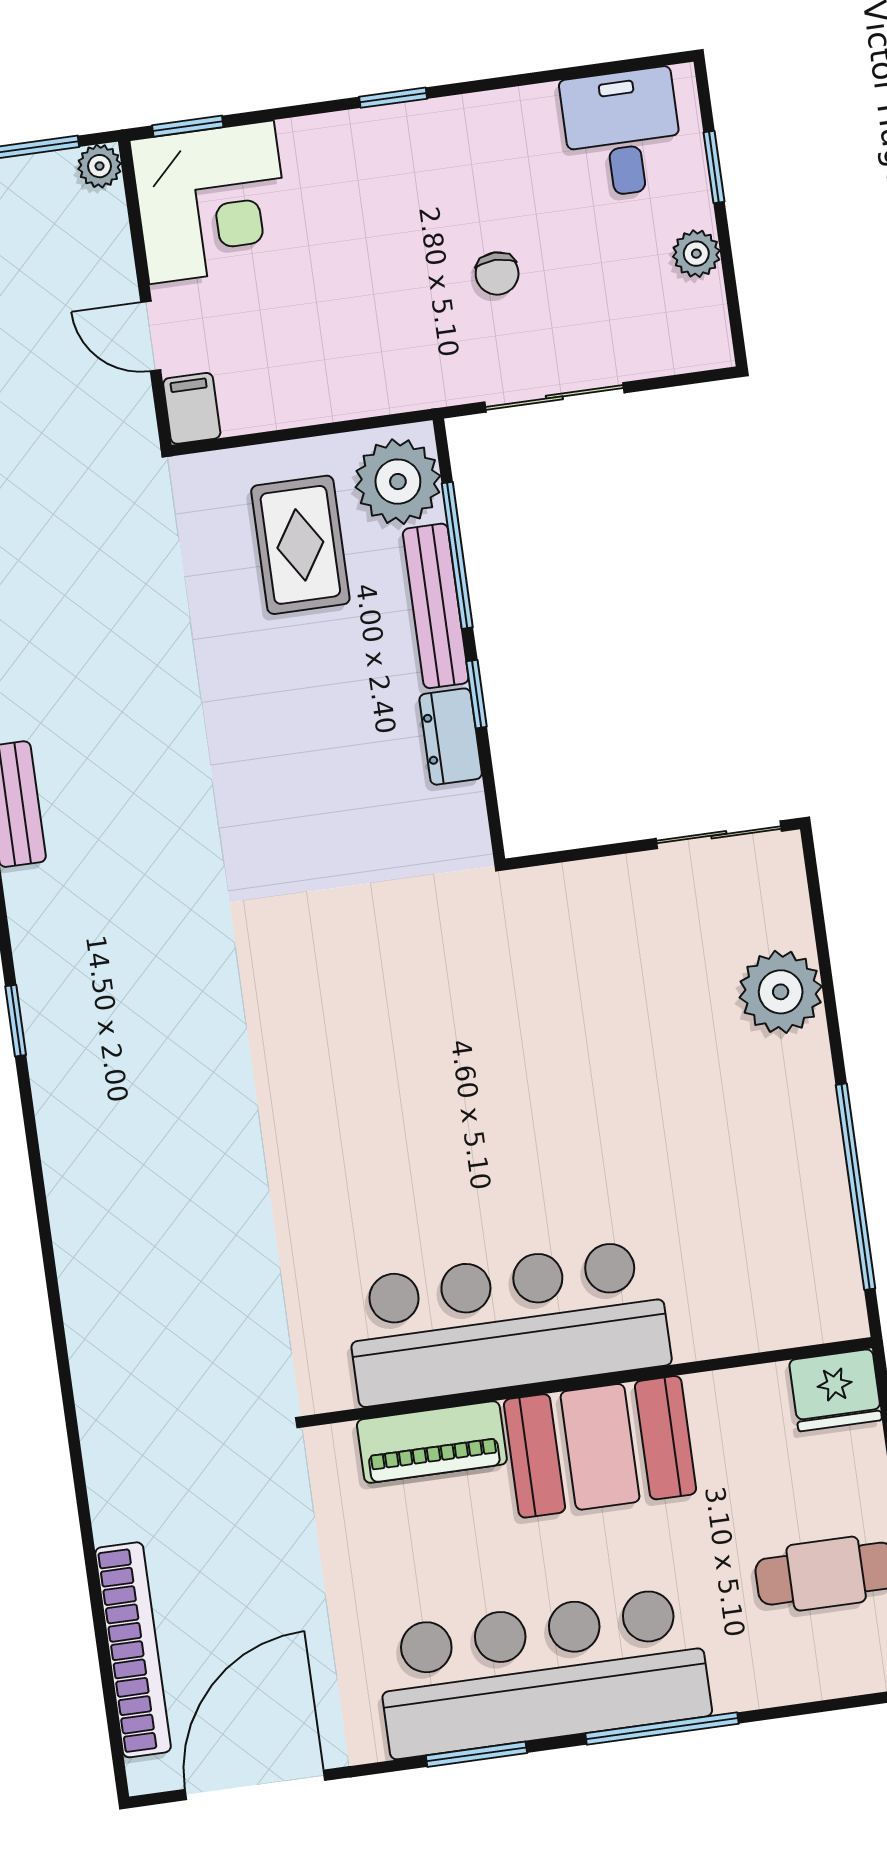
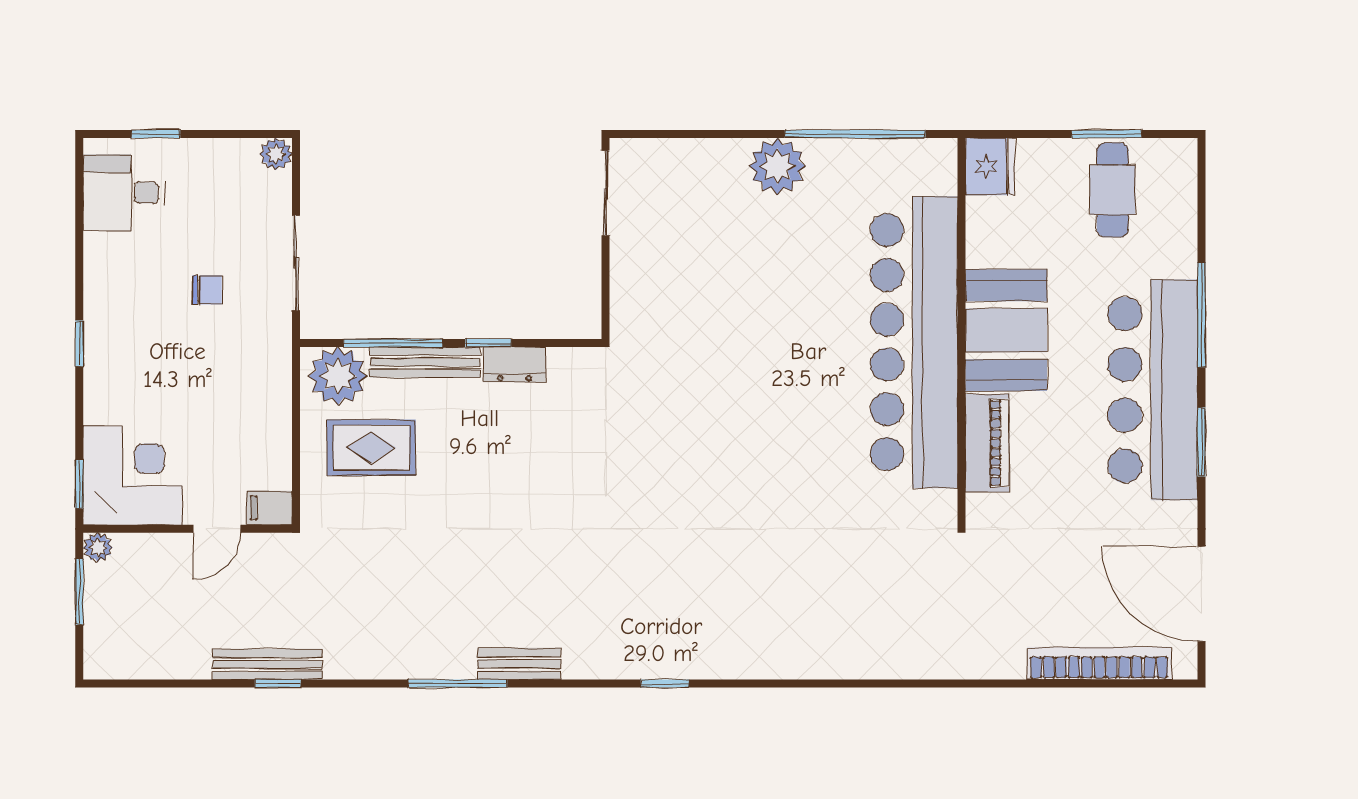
plant: (696, 254) -> (276, 154), moved
plant: (781, 992) -> (777, 166), moved
bar counter: (507, 1323) -> (914, 342), width x1.36

